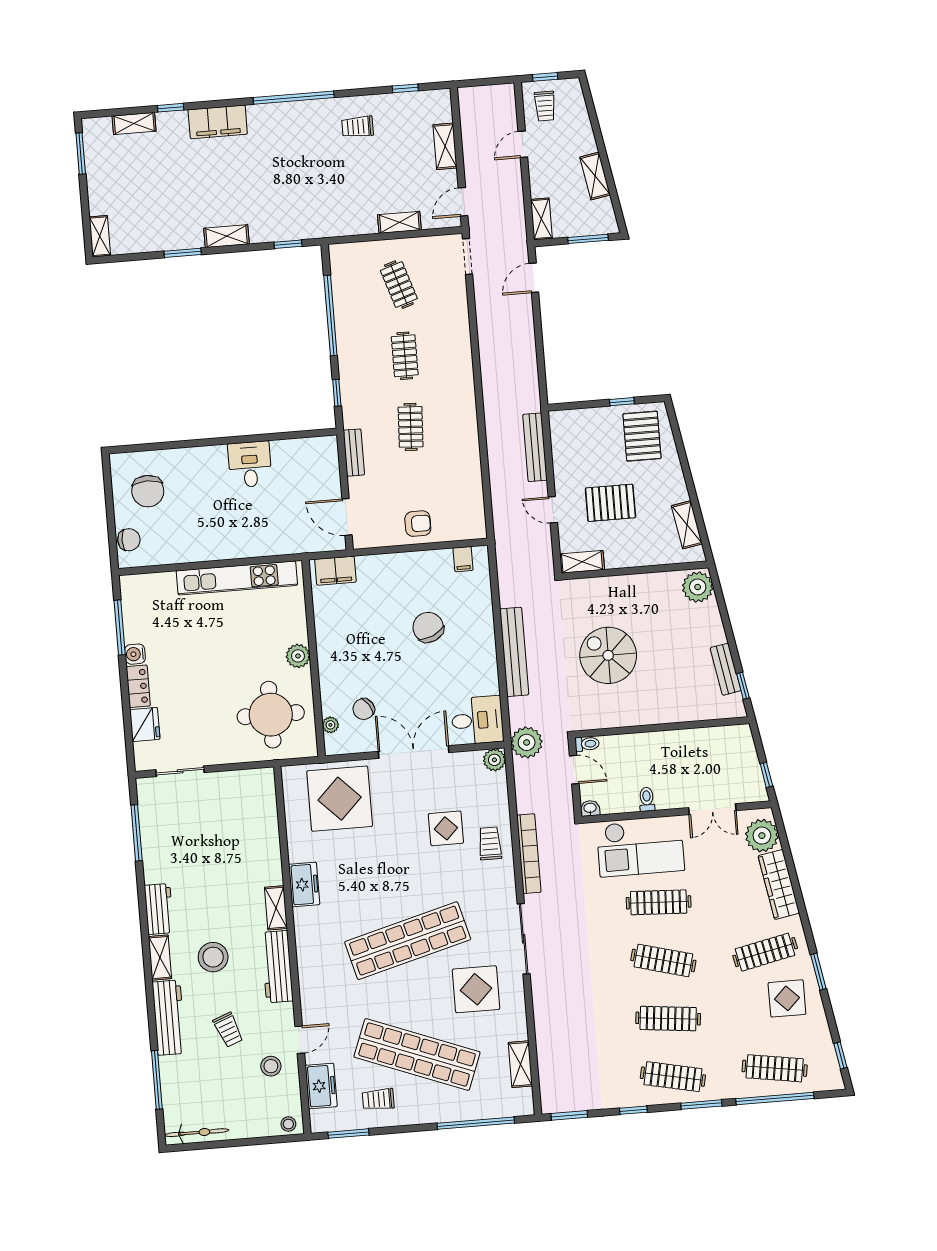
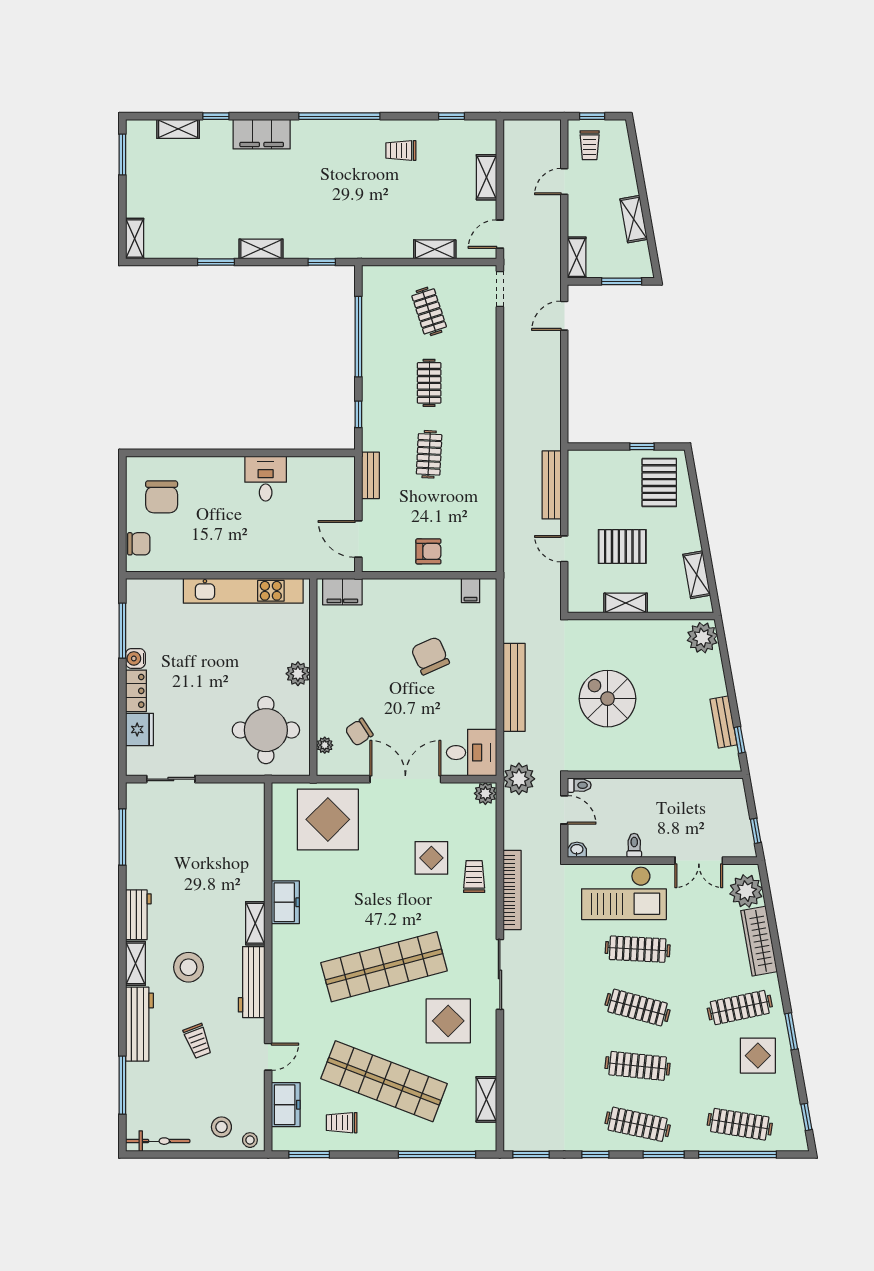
shelving: (582, 562) -> (626, 603), moved
stool: (271, 1066) -> (221, 1127), moved

